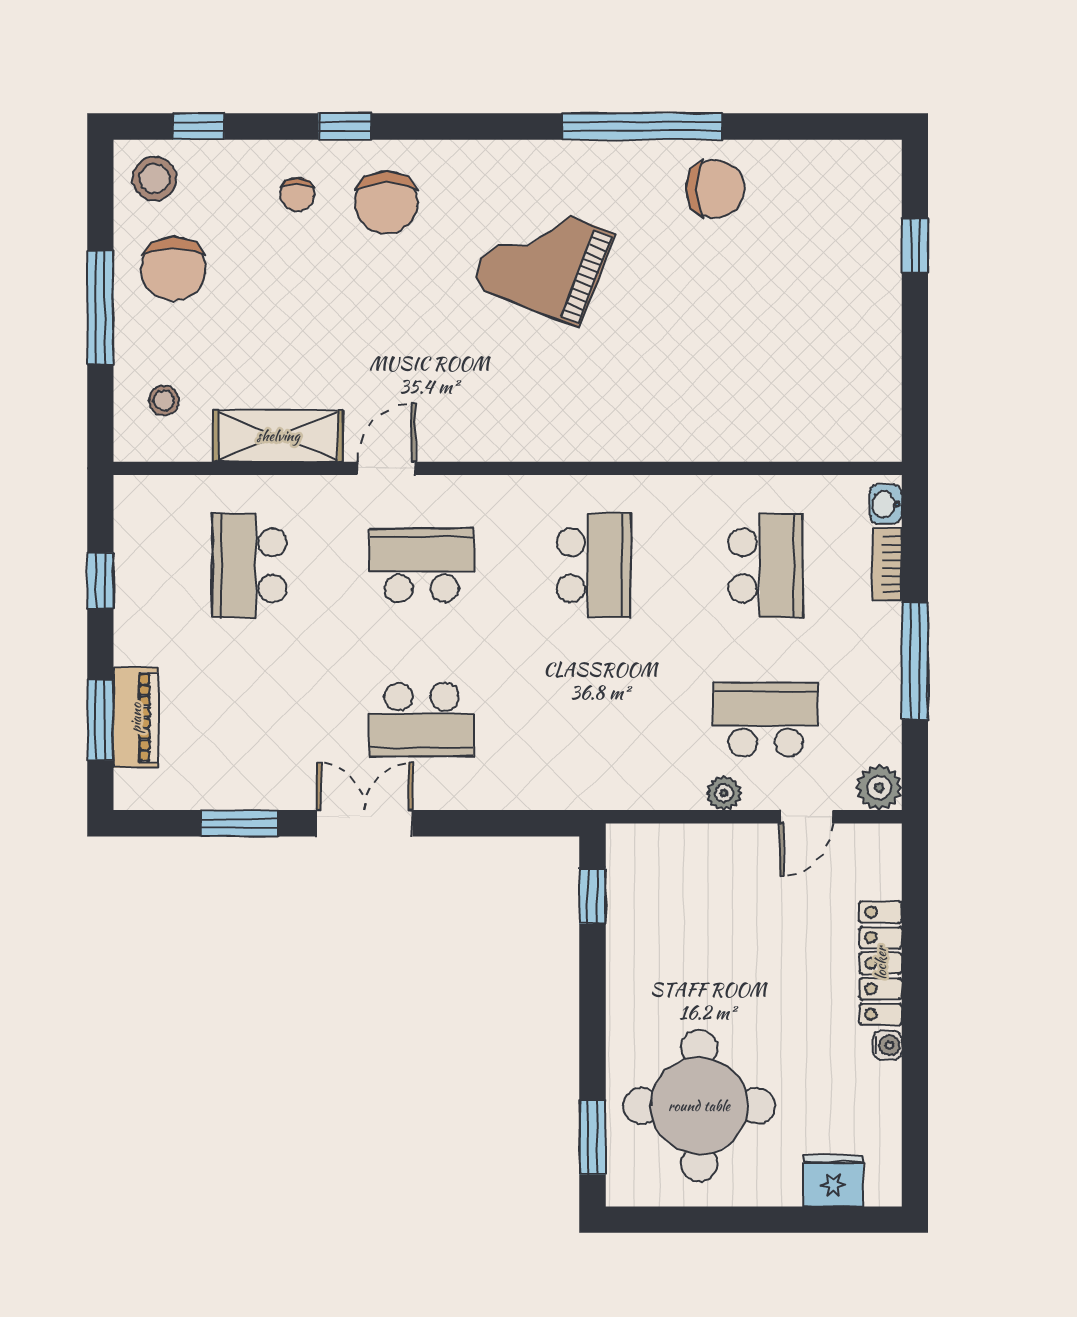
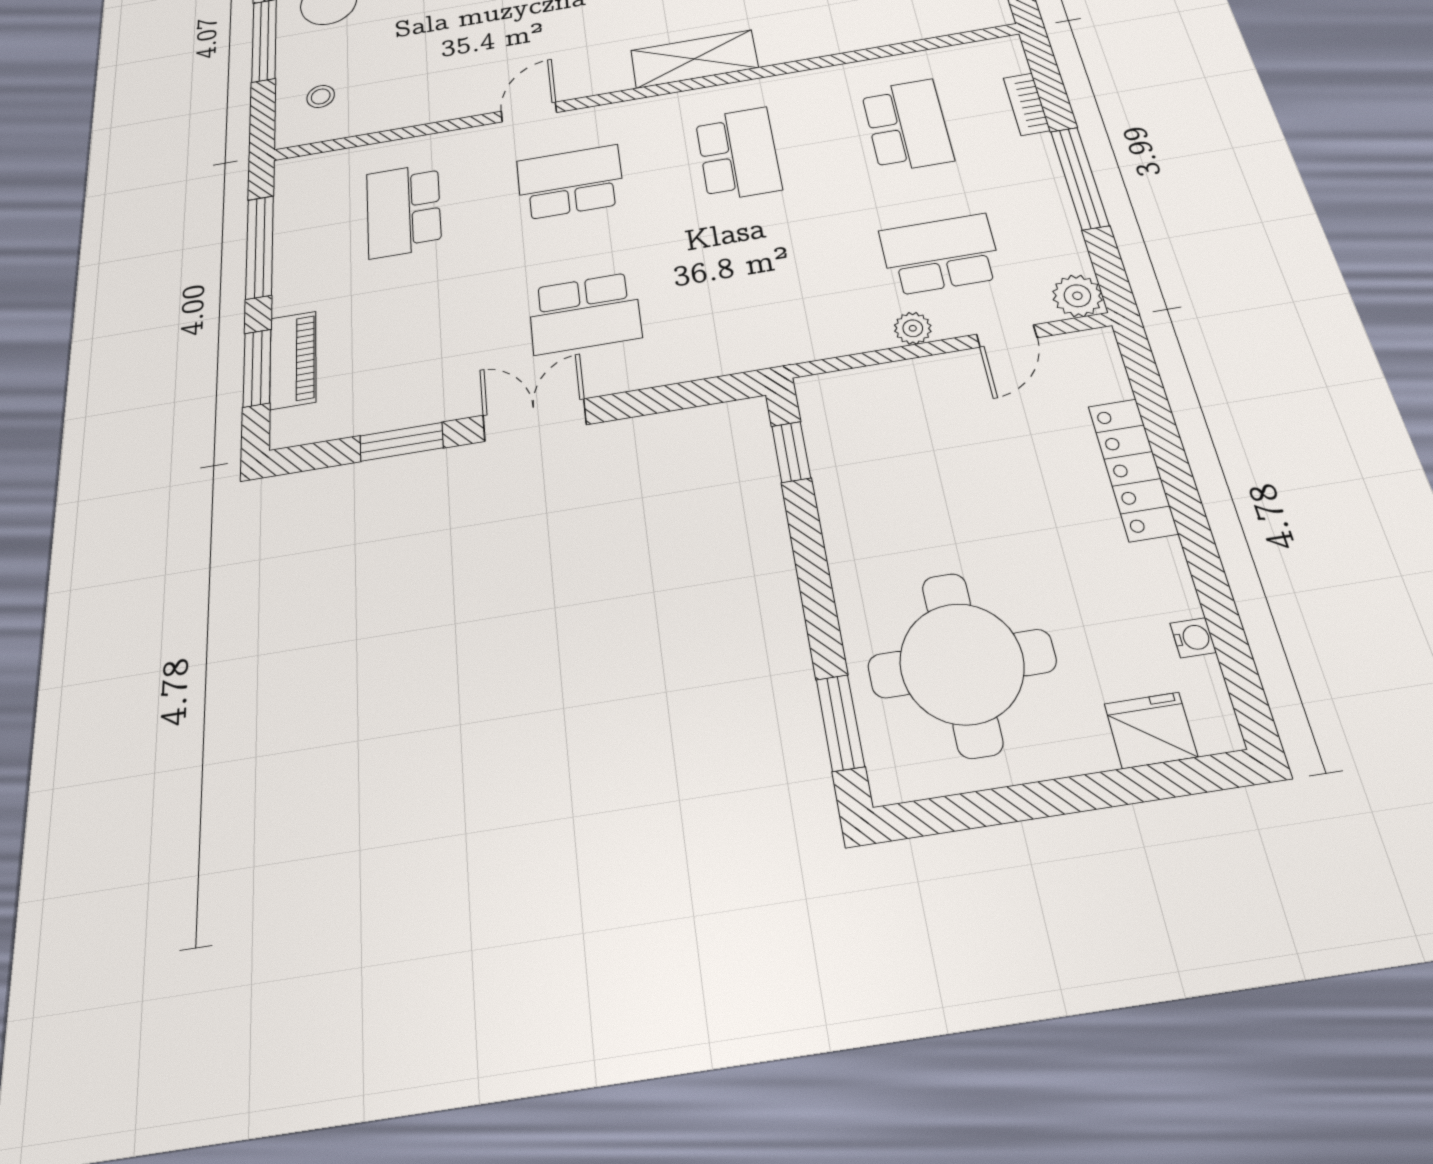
shelving: (278, 436) -> (694, 59), moved
washbasin: (886, 504) -> (1011, 58), removed
window: (100, 581) -> (260, 247), width x2.17
water cooler: (887, 1045) -> (1193, 638), moved

